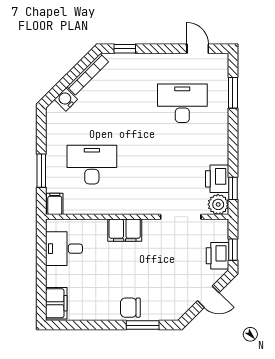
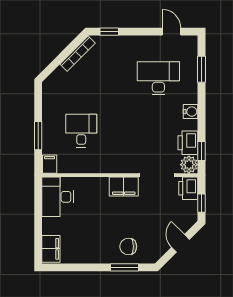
water cooler: (66, 99) -> (191, 112), moved, turned 135
desk: (92, 165) -> (81, 131), width x0.73
filing cabinet: (125, 230) -> (124, 187), moved
desk: (64, 249) -> (57, 197), width x1.37
printer: (217, 256) -> (188, 188), moved
door: (208, 297) -> (180, 243), swing flipped
chair: (130, 308) -> (128, 247), moved

